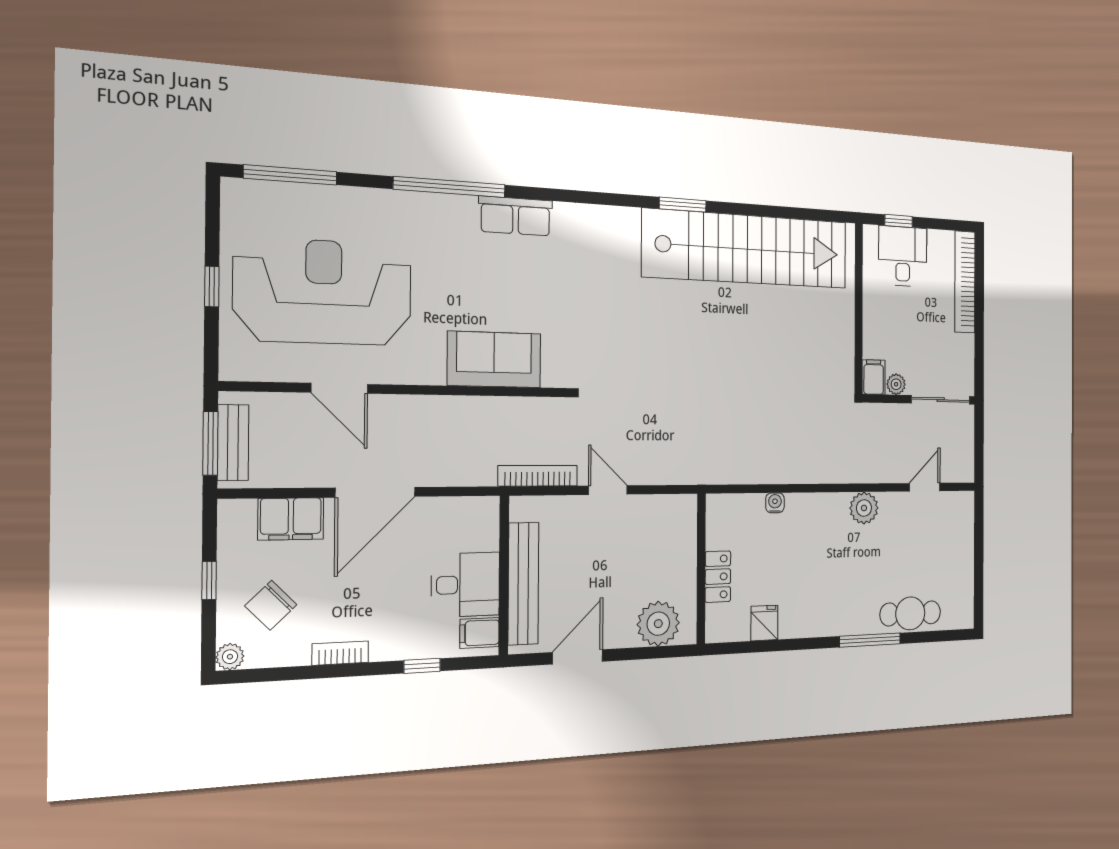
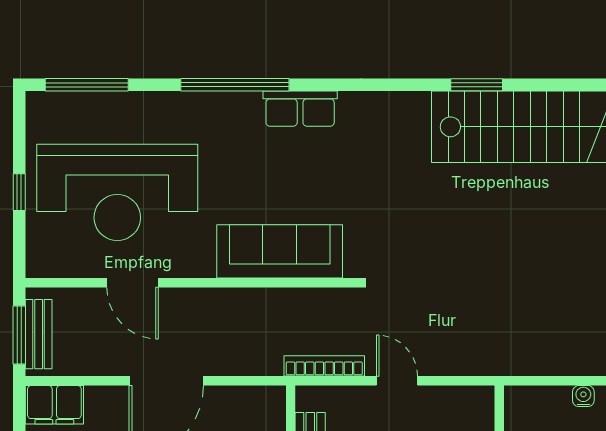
reception desk: (324, 292) -> (117, 192), turned 180
sofa: (494, 359) -> (280, 251), width x1.36
filing cabinet: (291, 519) -> (54, 405), moved

